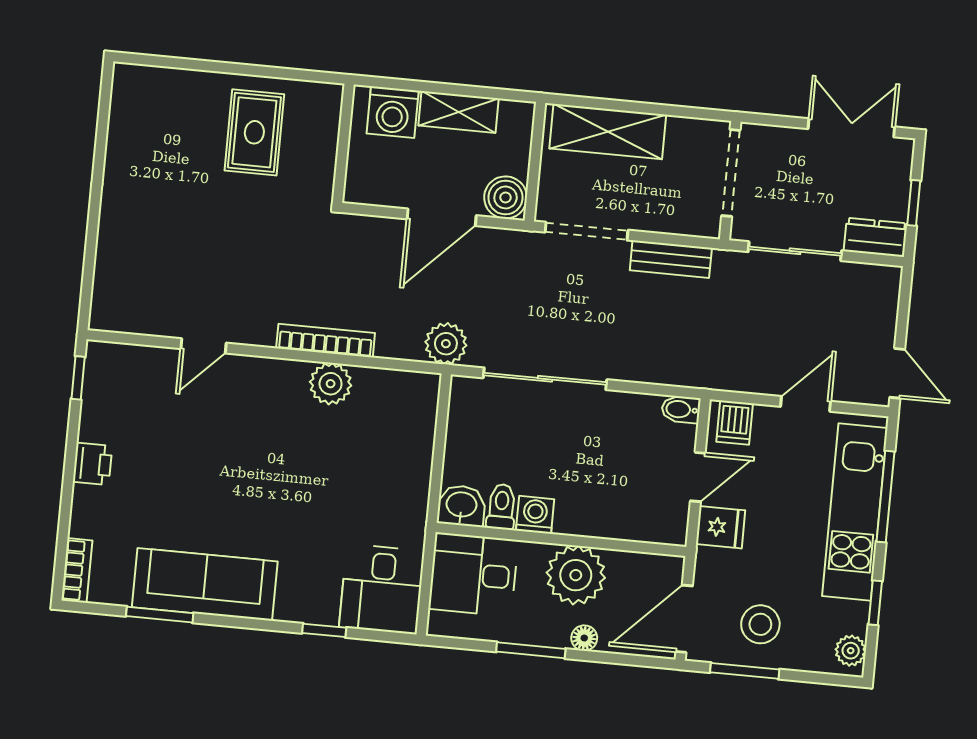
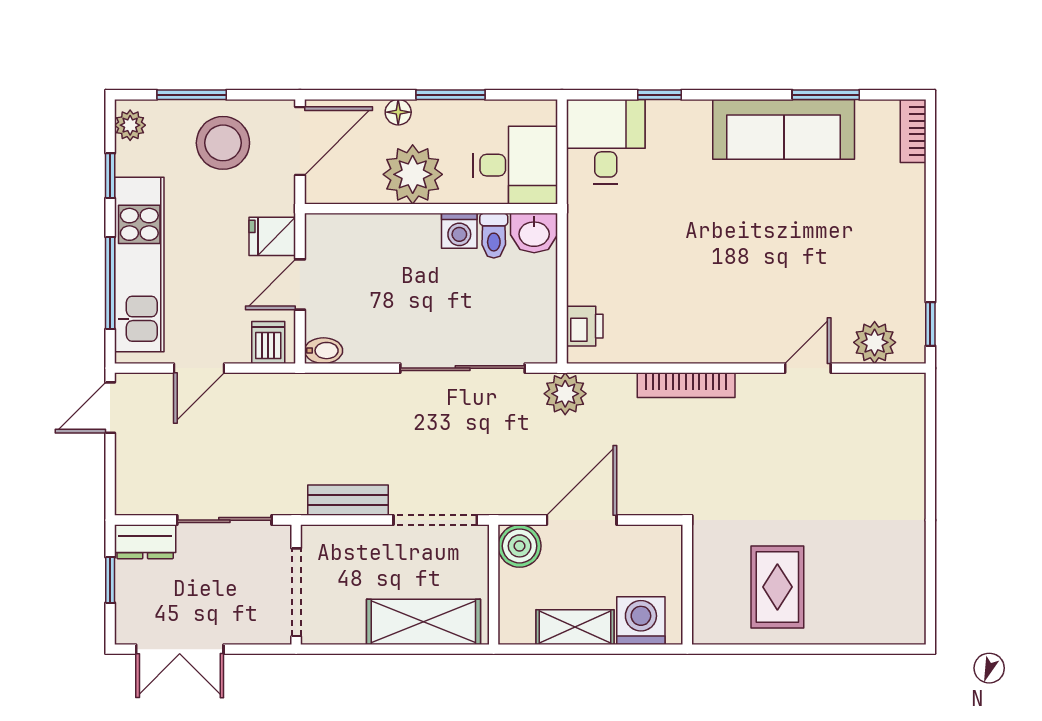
door: (897, 373) -> (110, 408), hinge flipped
plant: (331, 384) -> (875, 342), moved
printer: (93, 464) -> (585, 326), moved, turned 180
stool: (760, 624) -> (223, 143), width x1.38, depth x1.38
window: (745, 671) -> (192, 95), moved

